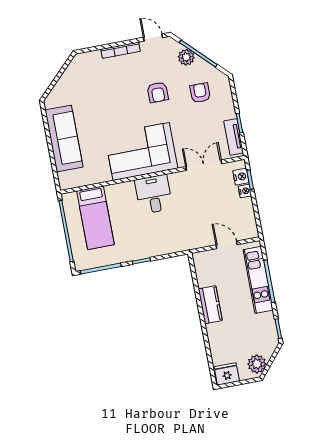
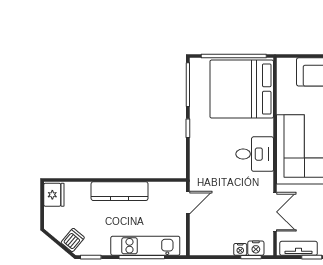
bed: (95, 218) -> (242, 89), width x2.04
door: (227, 245) -> (188, 203), moved
kitchen counter: (210, 305) -> (120, 191), width x1.50
dishwasher: (266, 348) -> (73, 240), added
plant: (257, 364) -> (58, 228), removed

